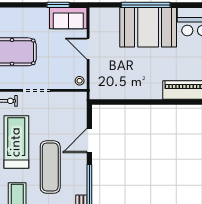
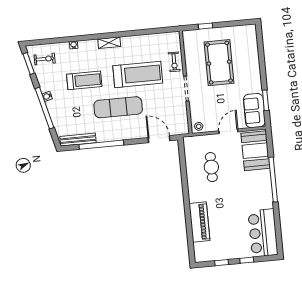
booth: (148, 27) -> (255, 151), moved, width x0.73, depth x0.70
cafe table: (126, 71) -> (211, 167), added
door: (89, 140) -> (159, 139), moved

